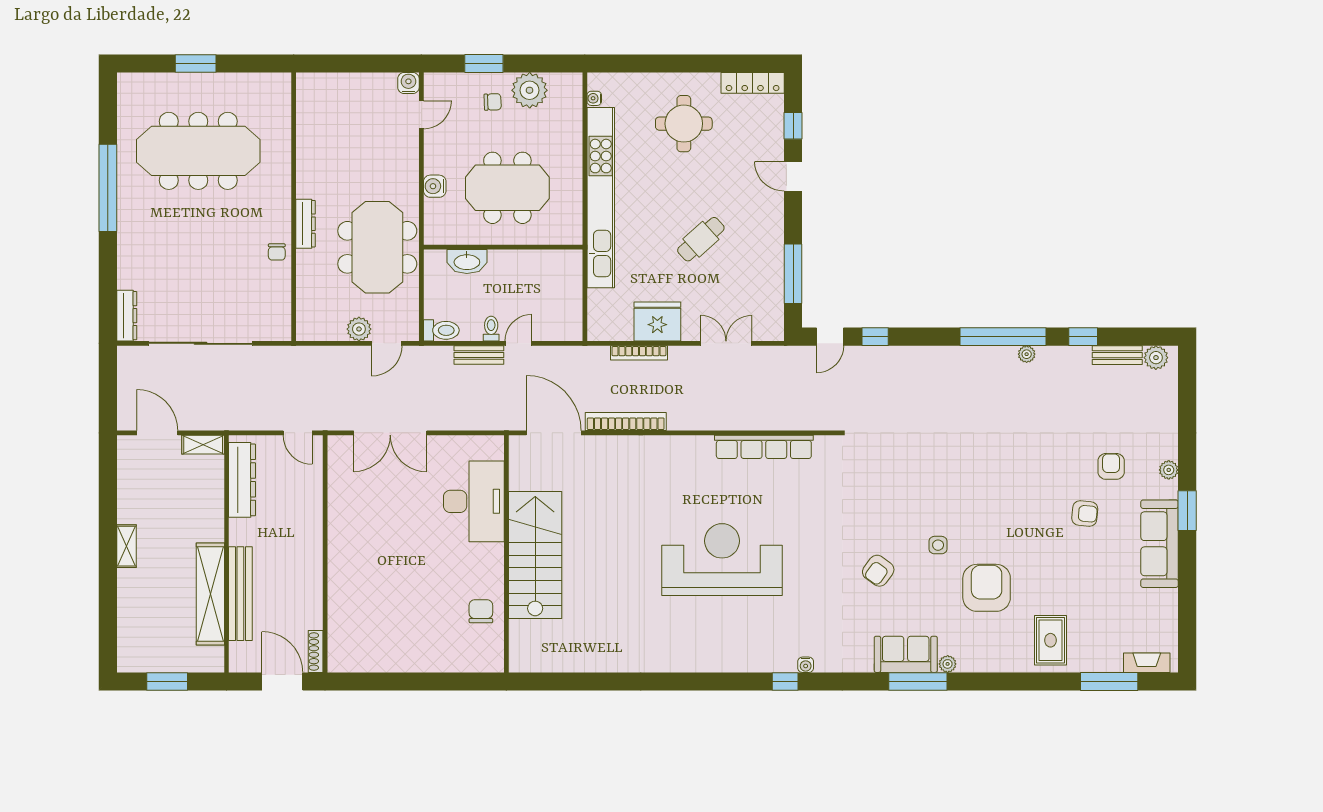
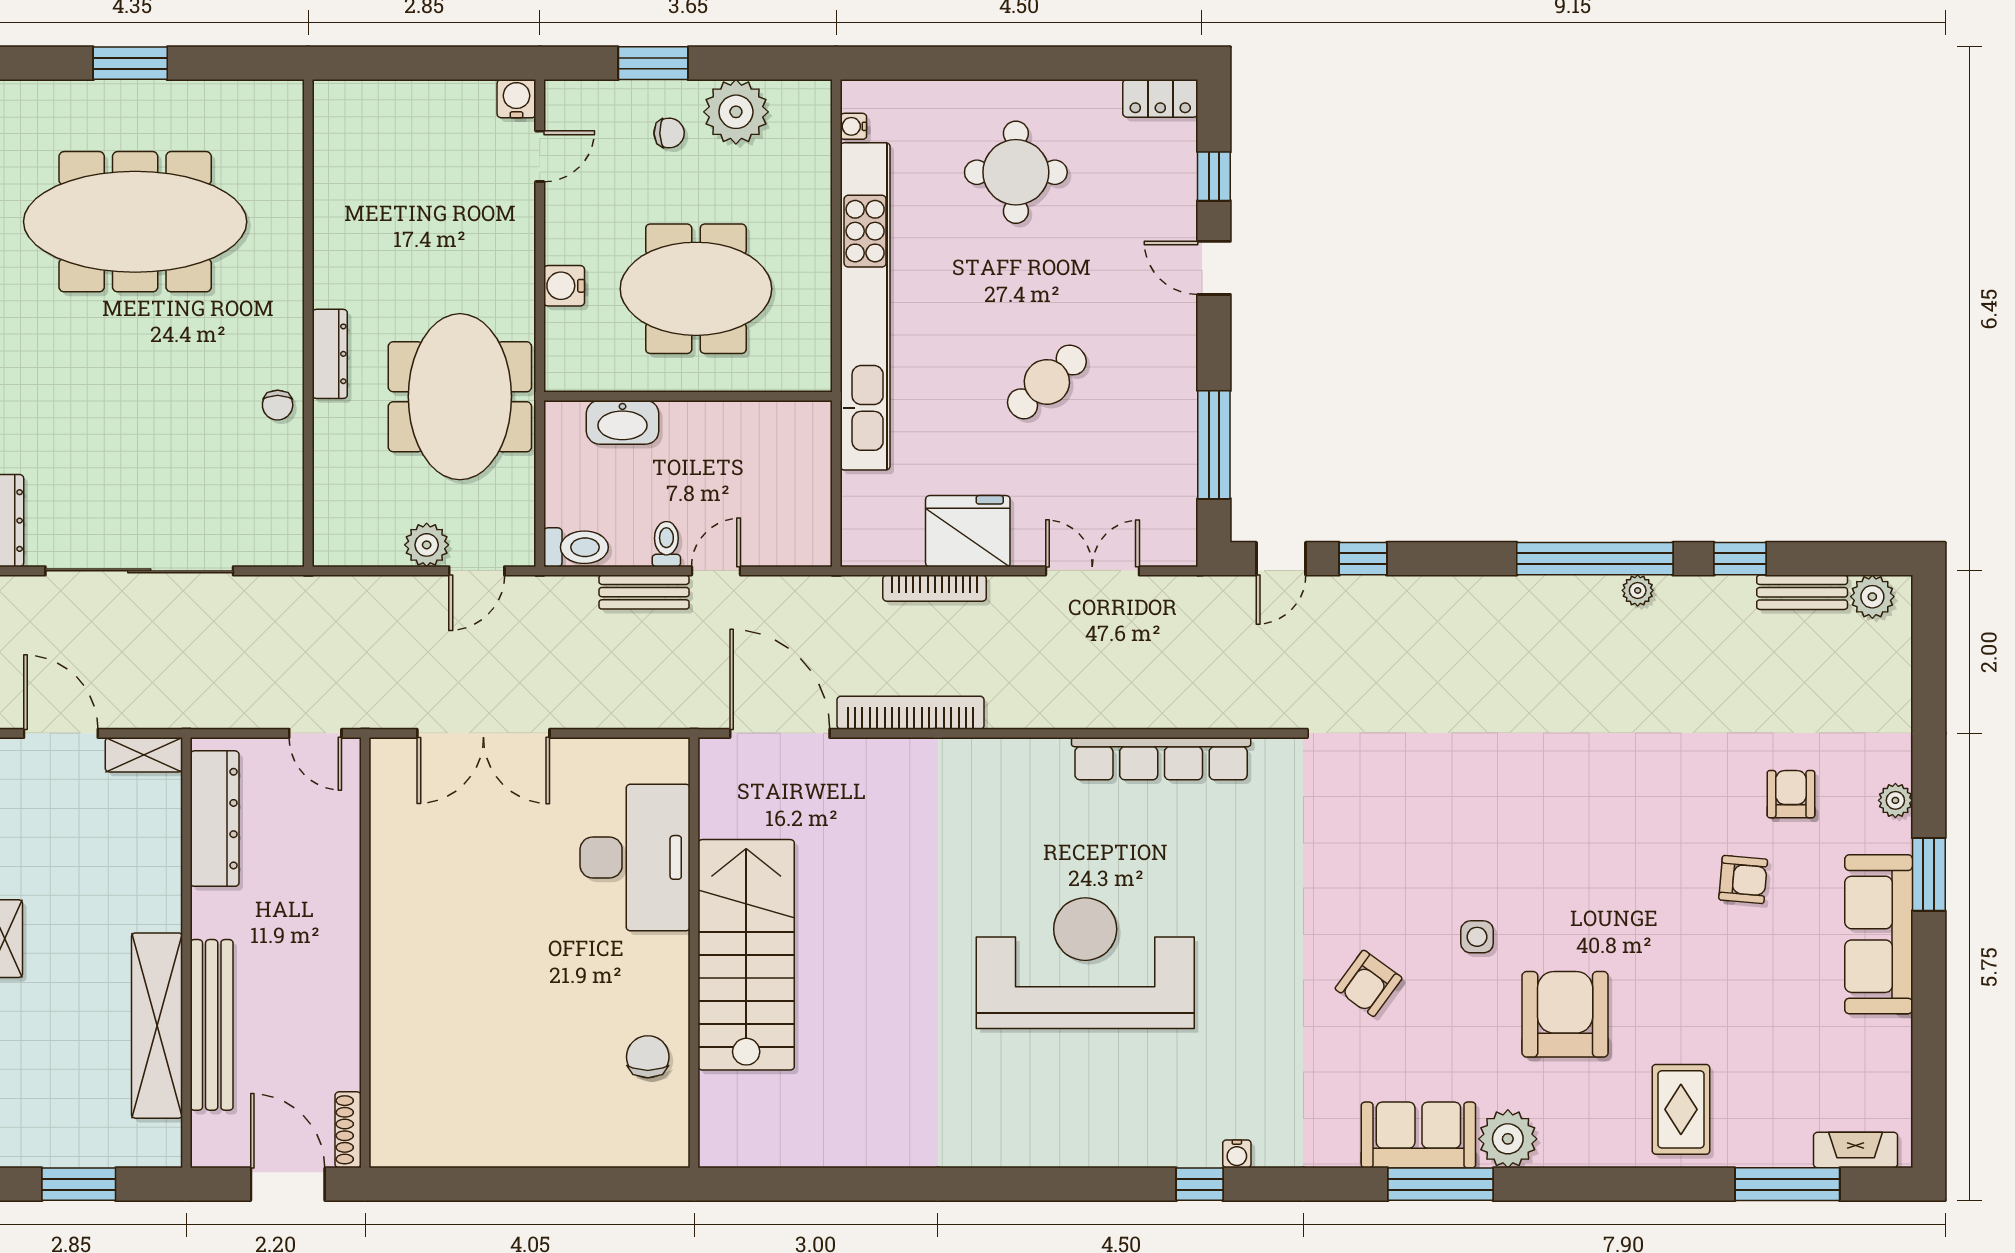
locker: (753, 83) -> (1160, 98), width x0.66
plant: (948, 664) -> (1508, 1139), width x1.88, depth x1.88

